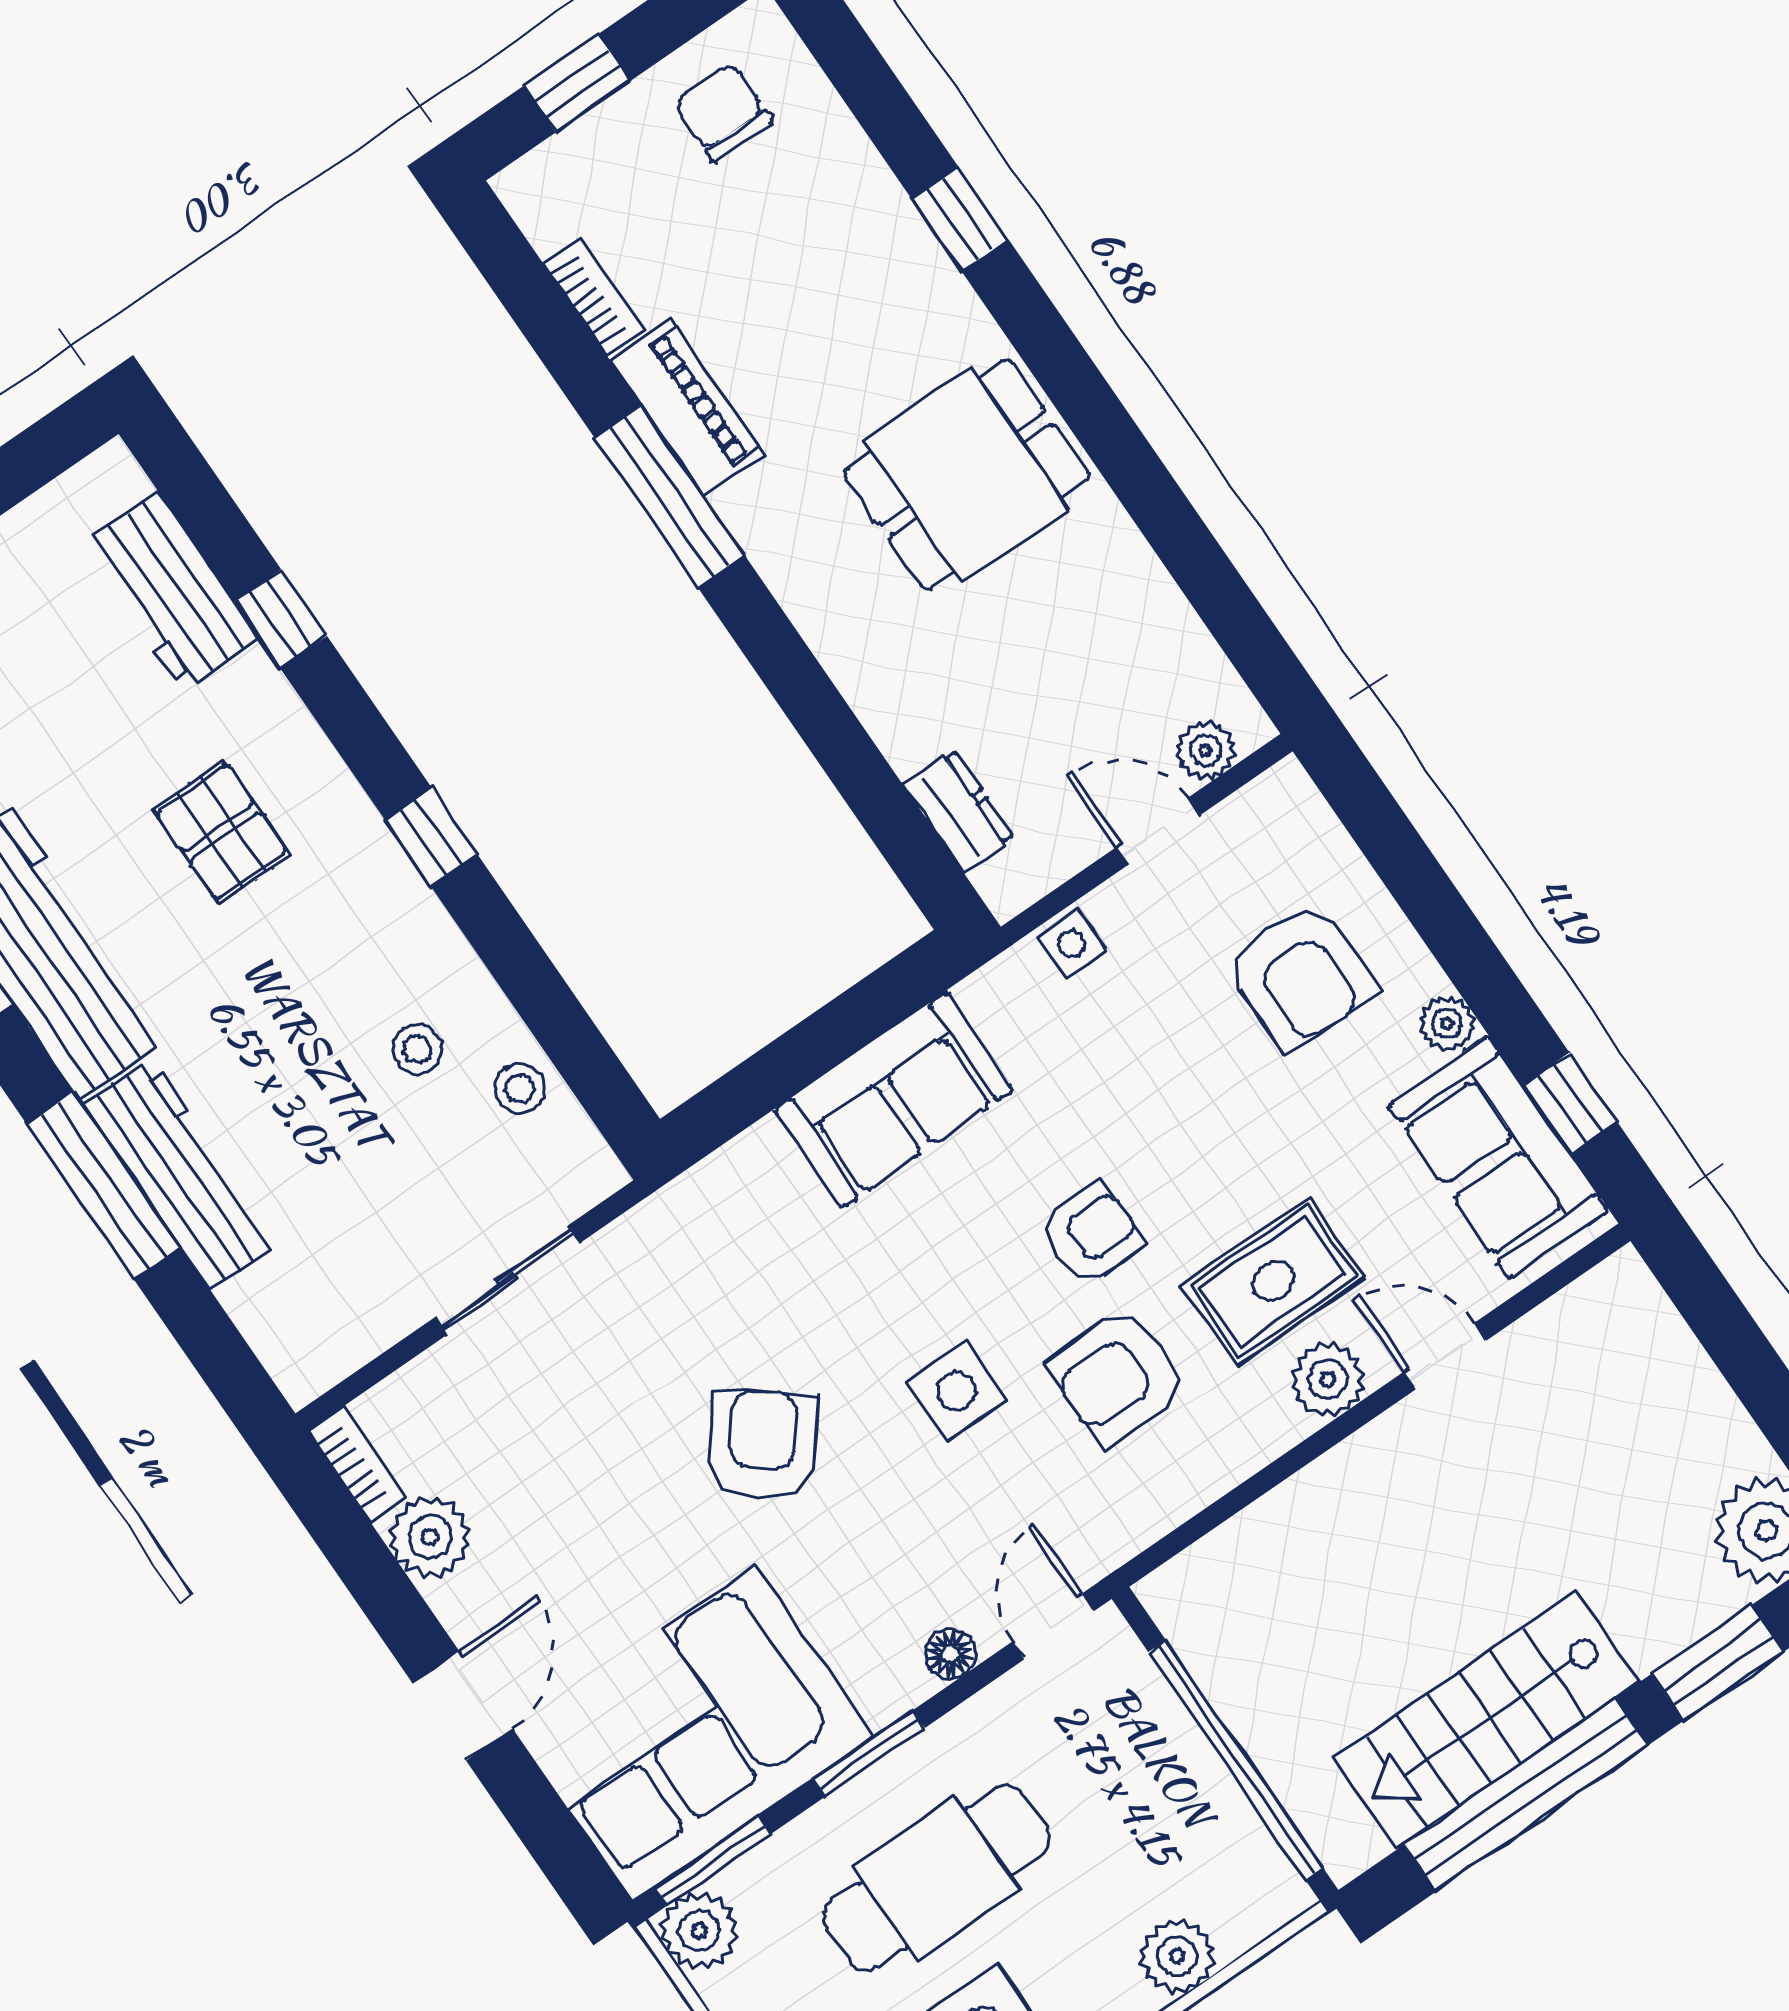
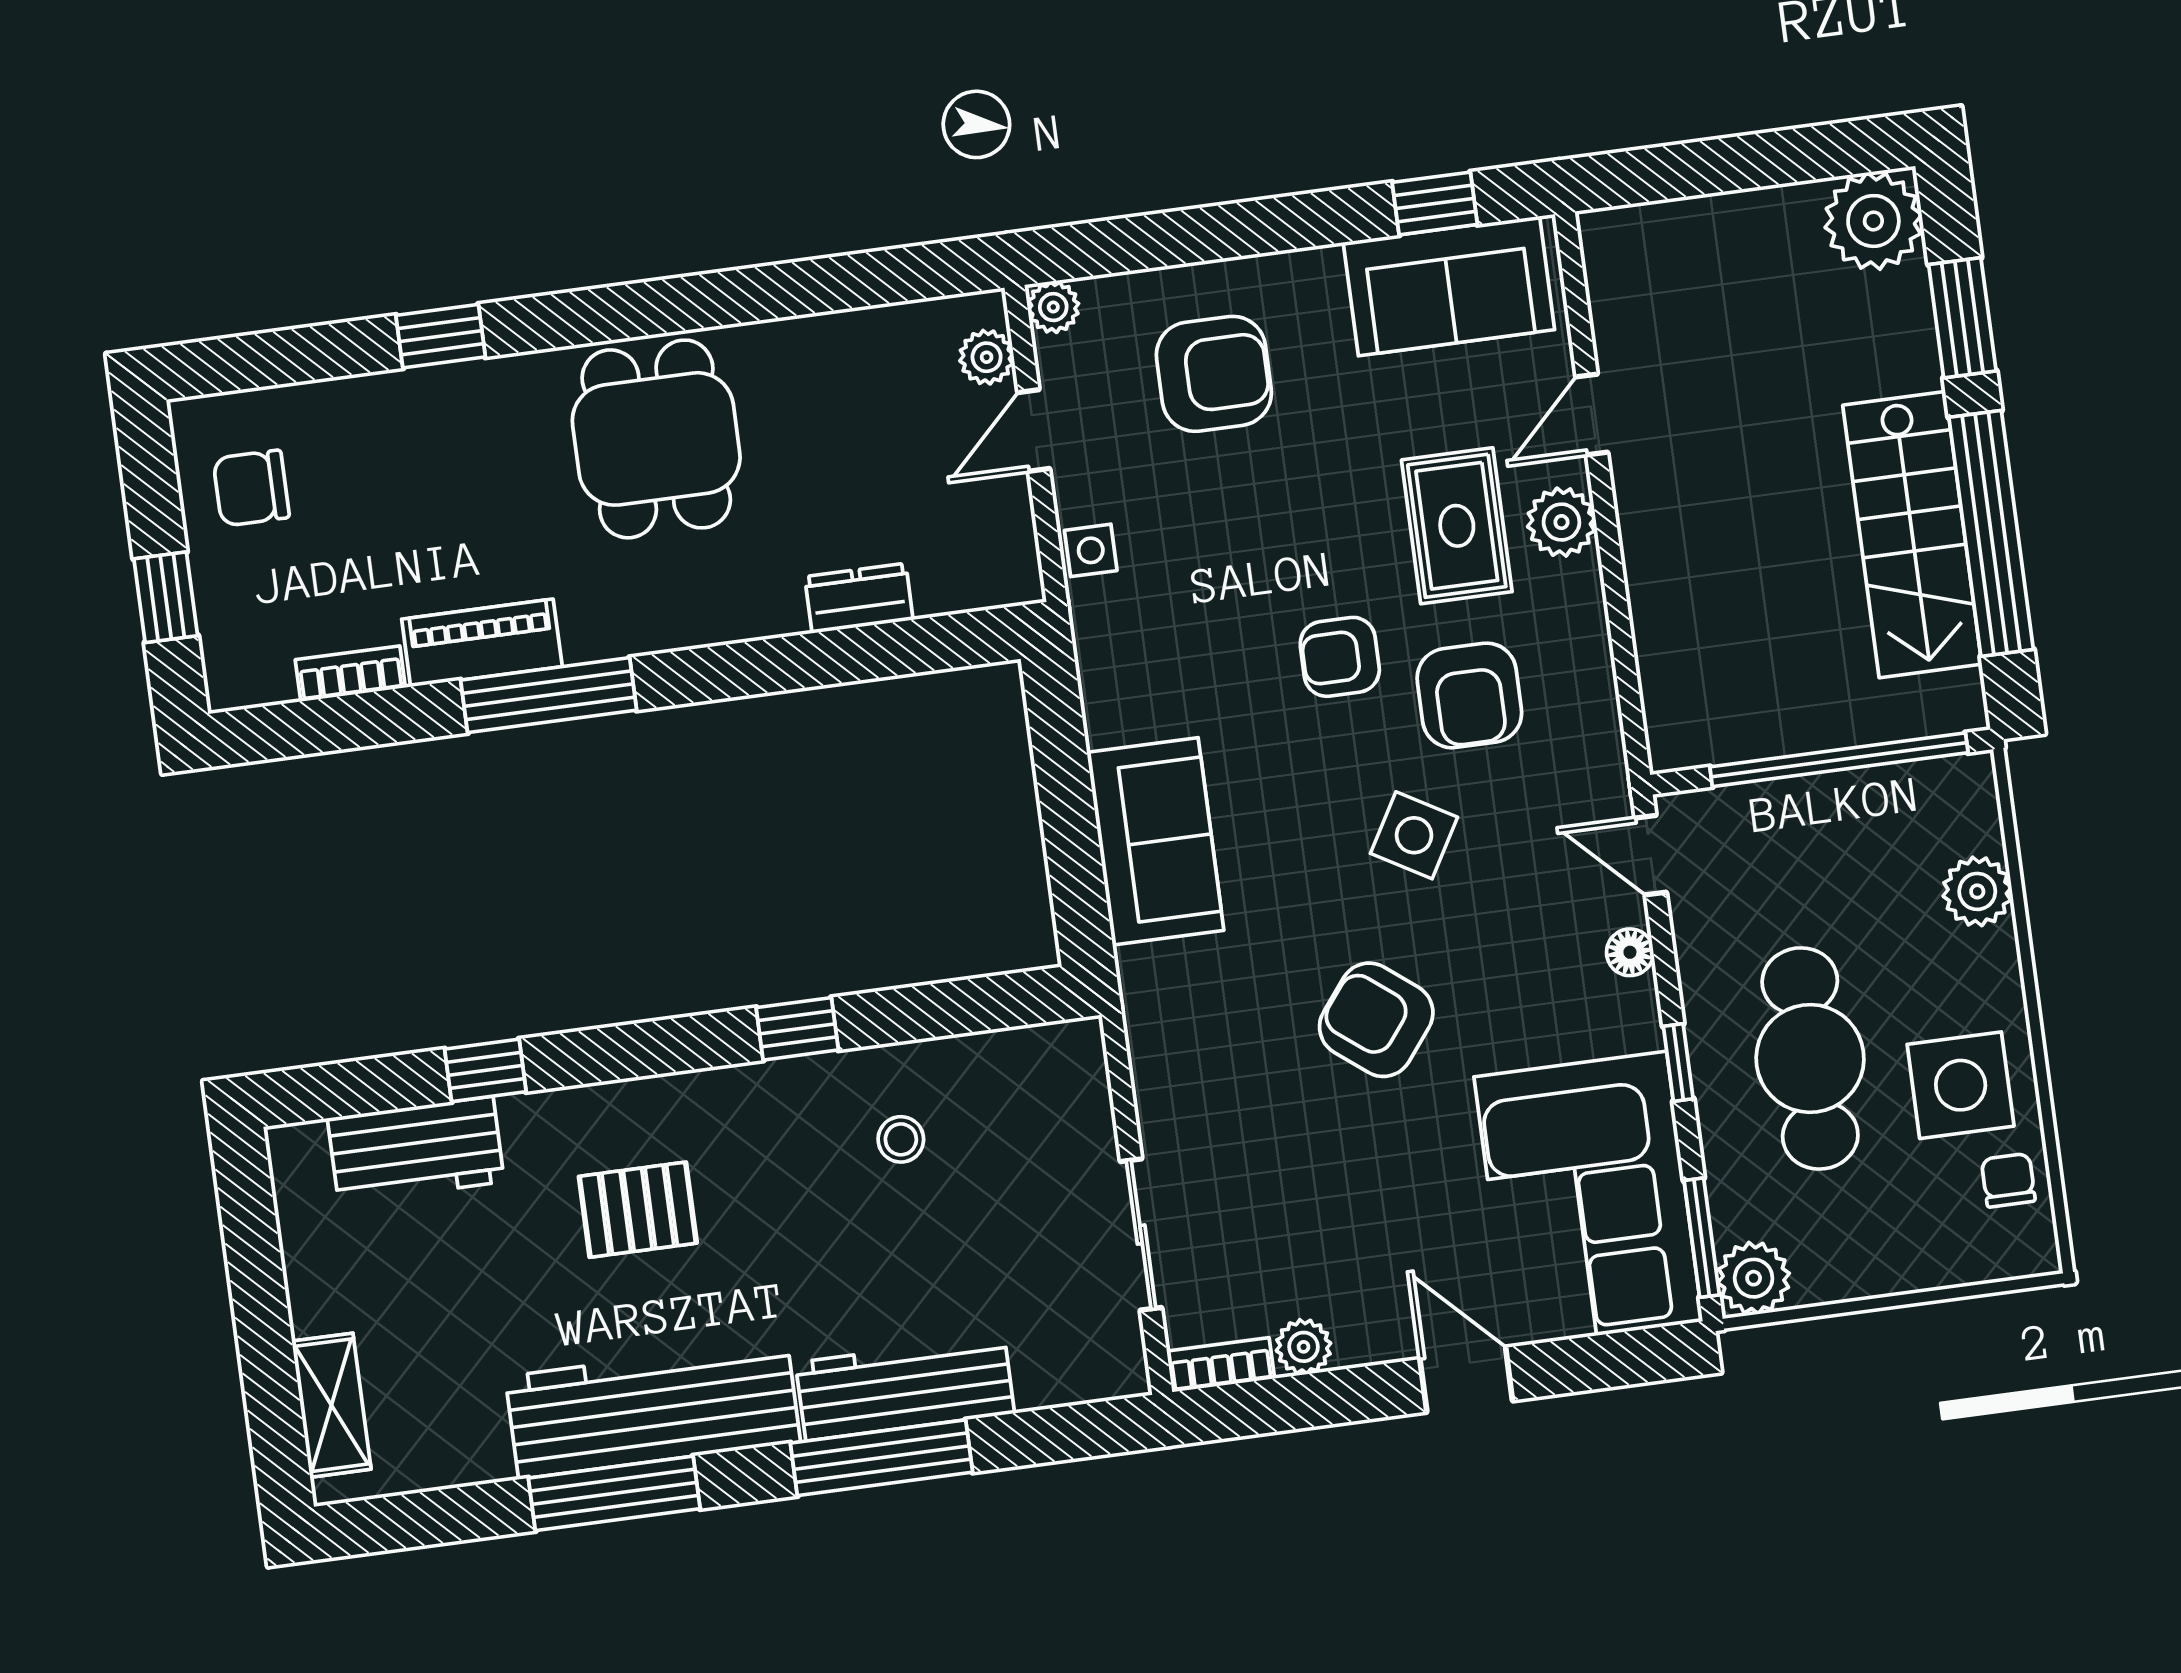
dresser: (958, 811) -> (859, 598), moved
window: (431, 837) -> (797, 1029), moved
plant: (1447, 1023) -> (1053, 307), moved
stool: (520, 1088) -> (977, 1071), removed
sofa: (894, 1100) -> (1155, 841), moved
armchair: (1091, 1233) -> (1340, 657), turned -90
sliding door: (507, 1280) -> (1141, 1235), moved
side table: (957, 1391) -> (1414, 835), turned 30
plant: (430, 1537) -> (1304, 1347), width x0.73, depth x0.73
window: (868, 1754) -> (1678, 1063), width x0.67

